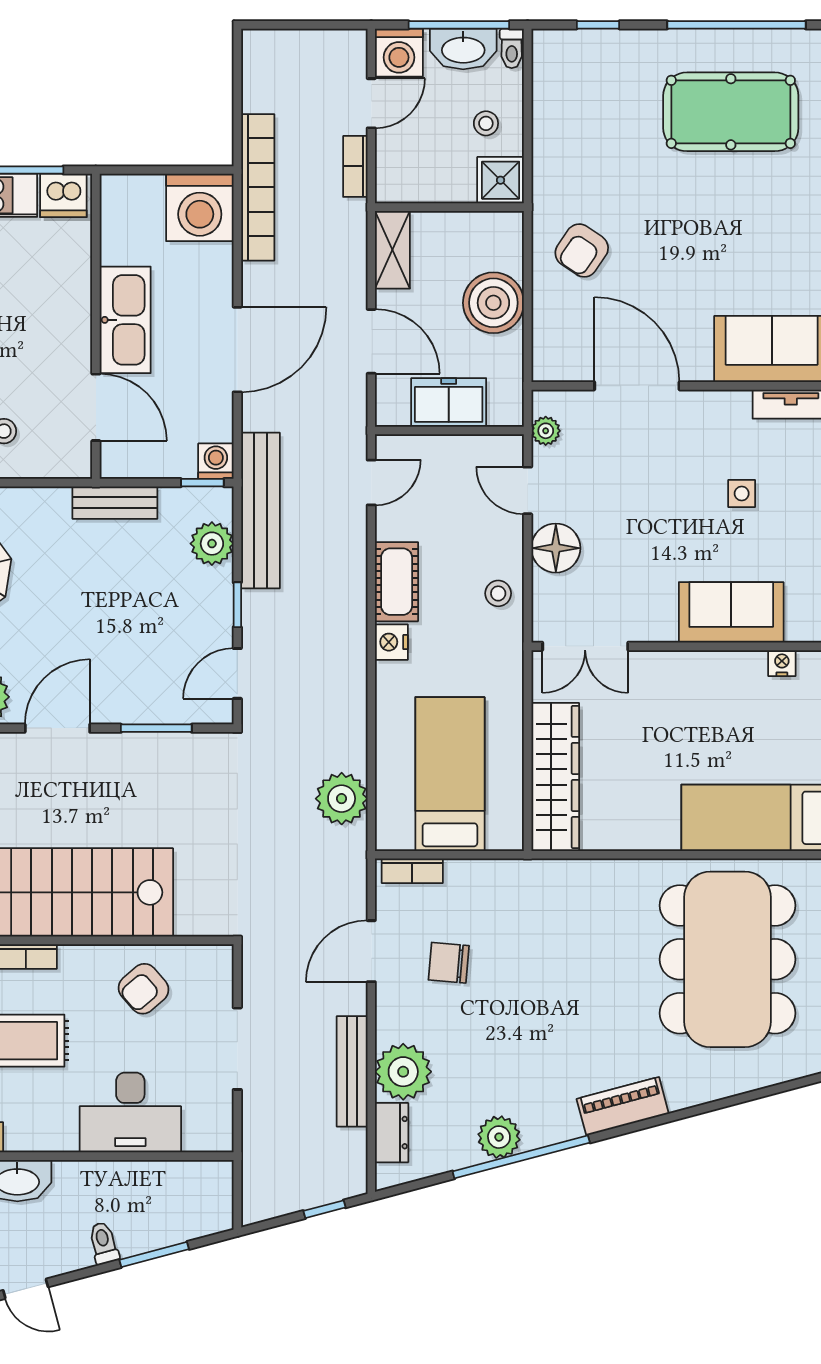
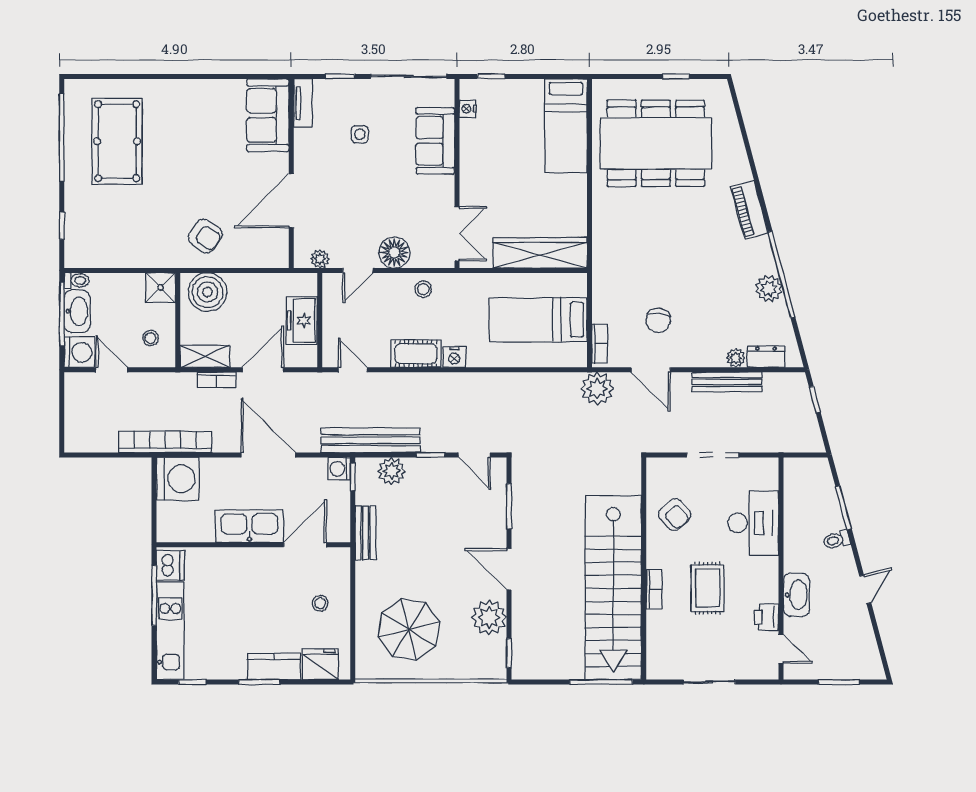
stool: (486, 123) -> (150, 338), moved
bookcase: (355, 166) -> (217, 380), moved
boiler: (493, 303) -> (207, 292), moved
plant: (342, 799) -> (597, 389), moved
plant: (403, 1072) -> (736, 358), width x0.53, depth x0.53

